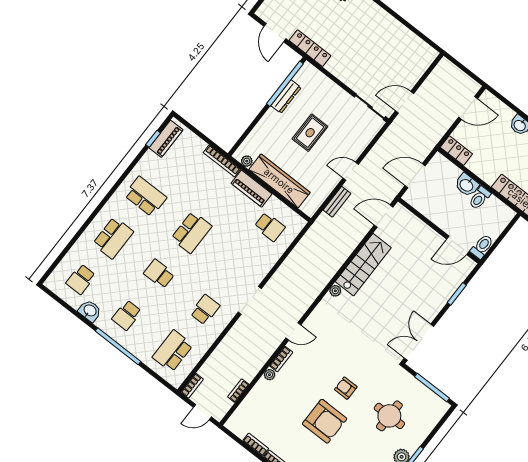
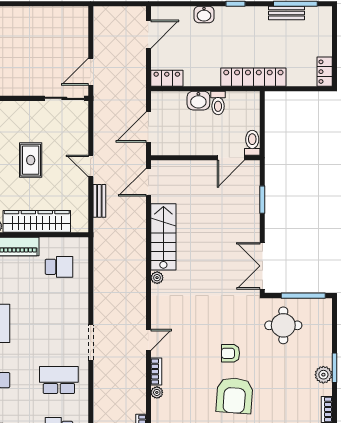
door: (351, 171) -> (91, 166), hinge flipped
school desk: (205, 310) -> (59, 380), width x1.85
round table: (389, 416) -> (283, 325), moved
armchair: (325, 421) -> (234, 396), turned 94

